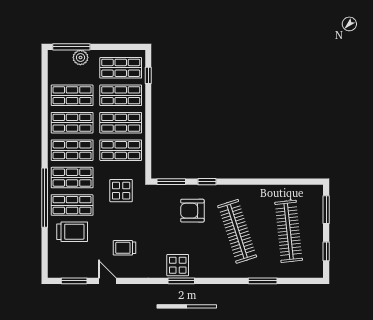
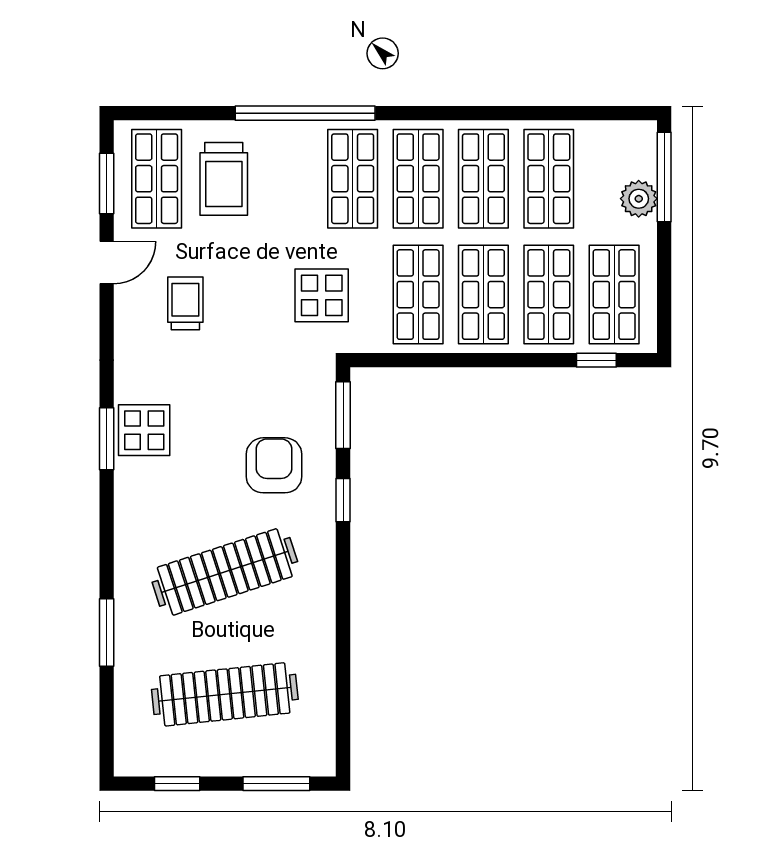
shop shelf: (72, 205) -> (157, 179), moved

